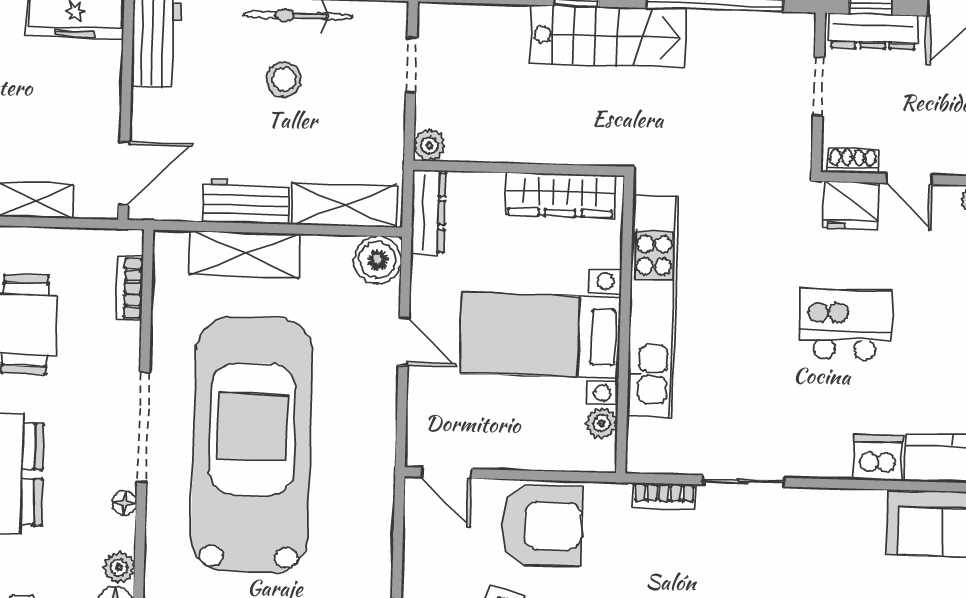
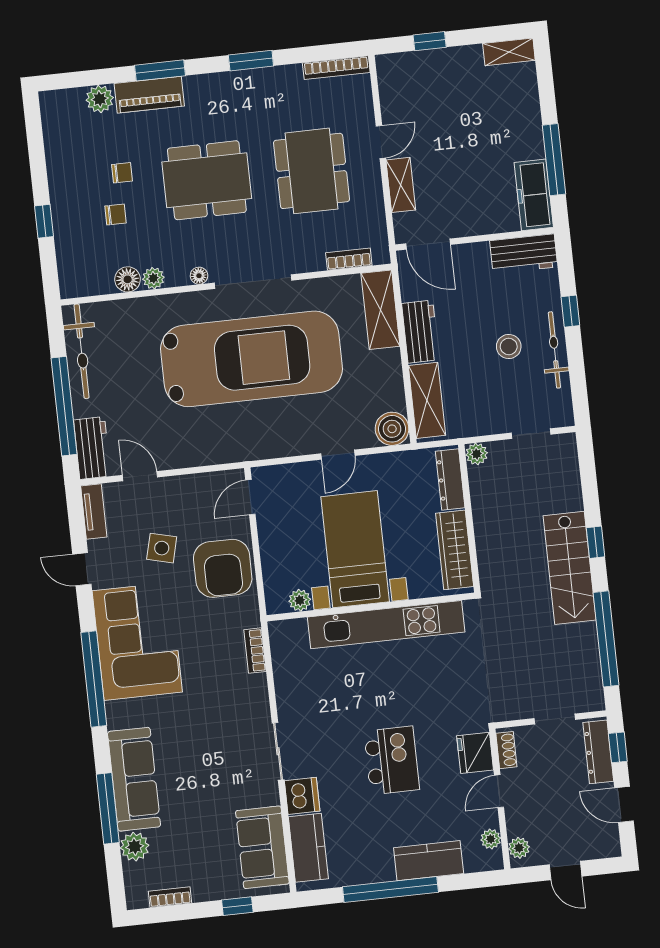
dresser: (428, 212) -> (450, 479), moved, turned 90
shelving: (245, 254) -> (380, 310), moved
sliding door: (743, 481) -> (278, 751), moved

